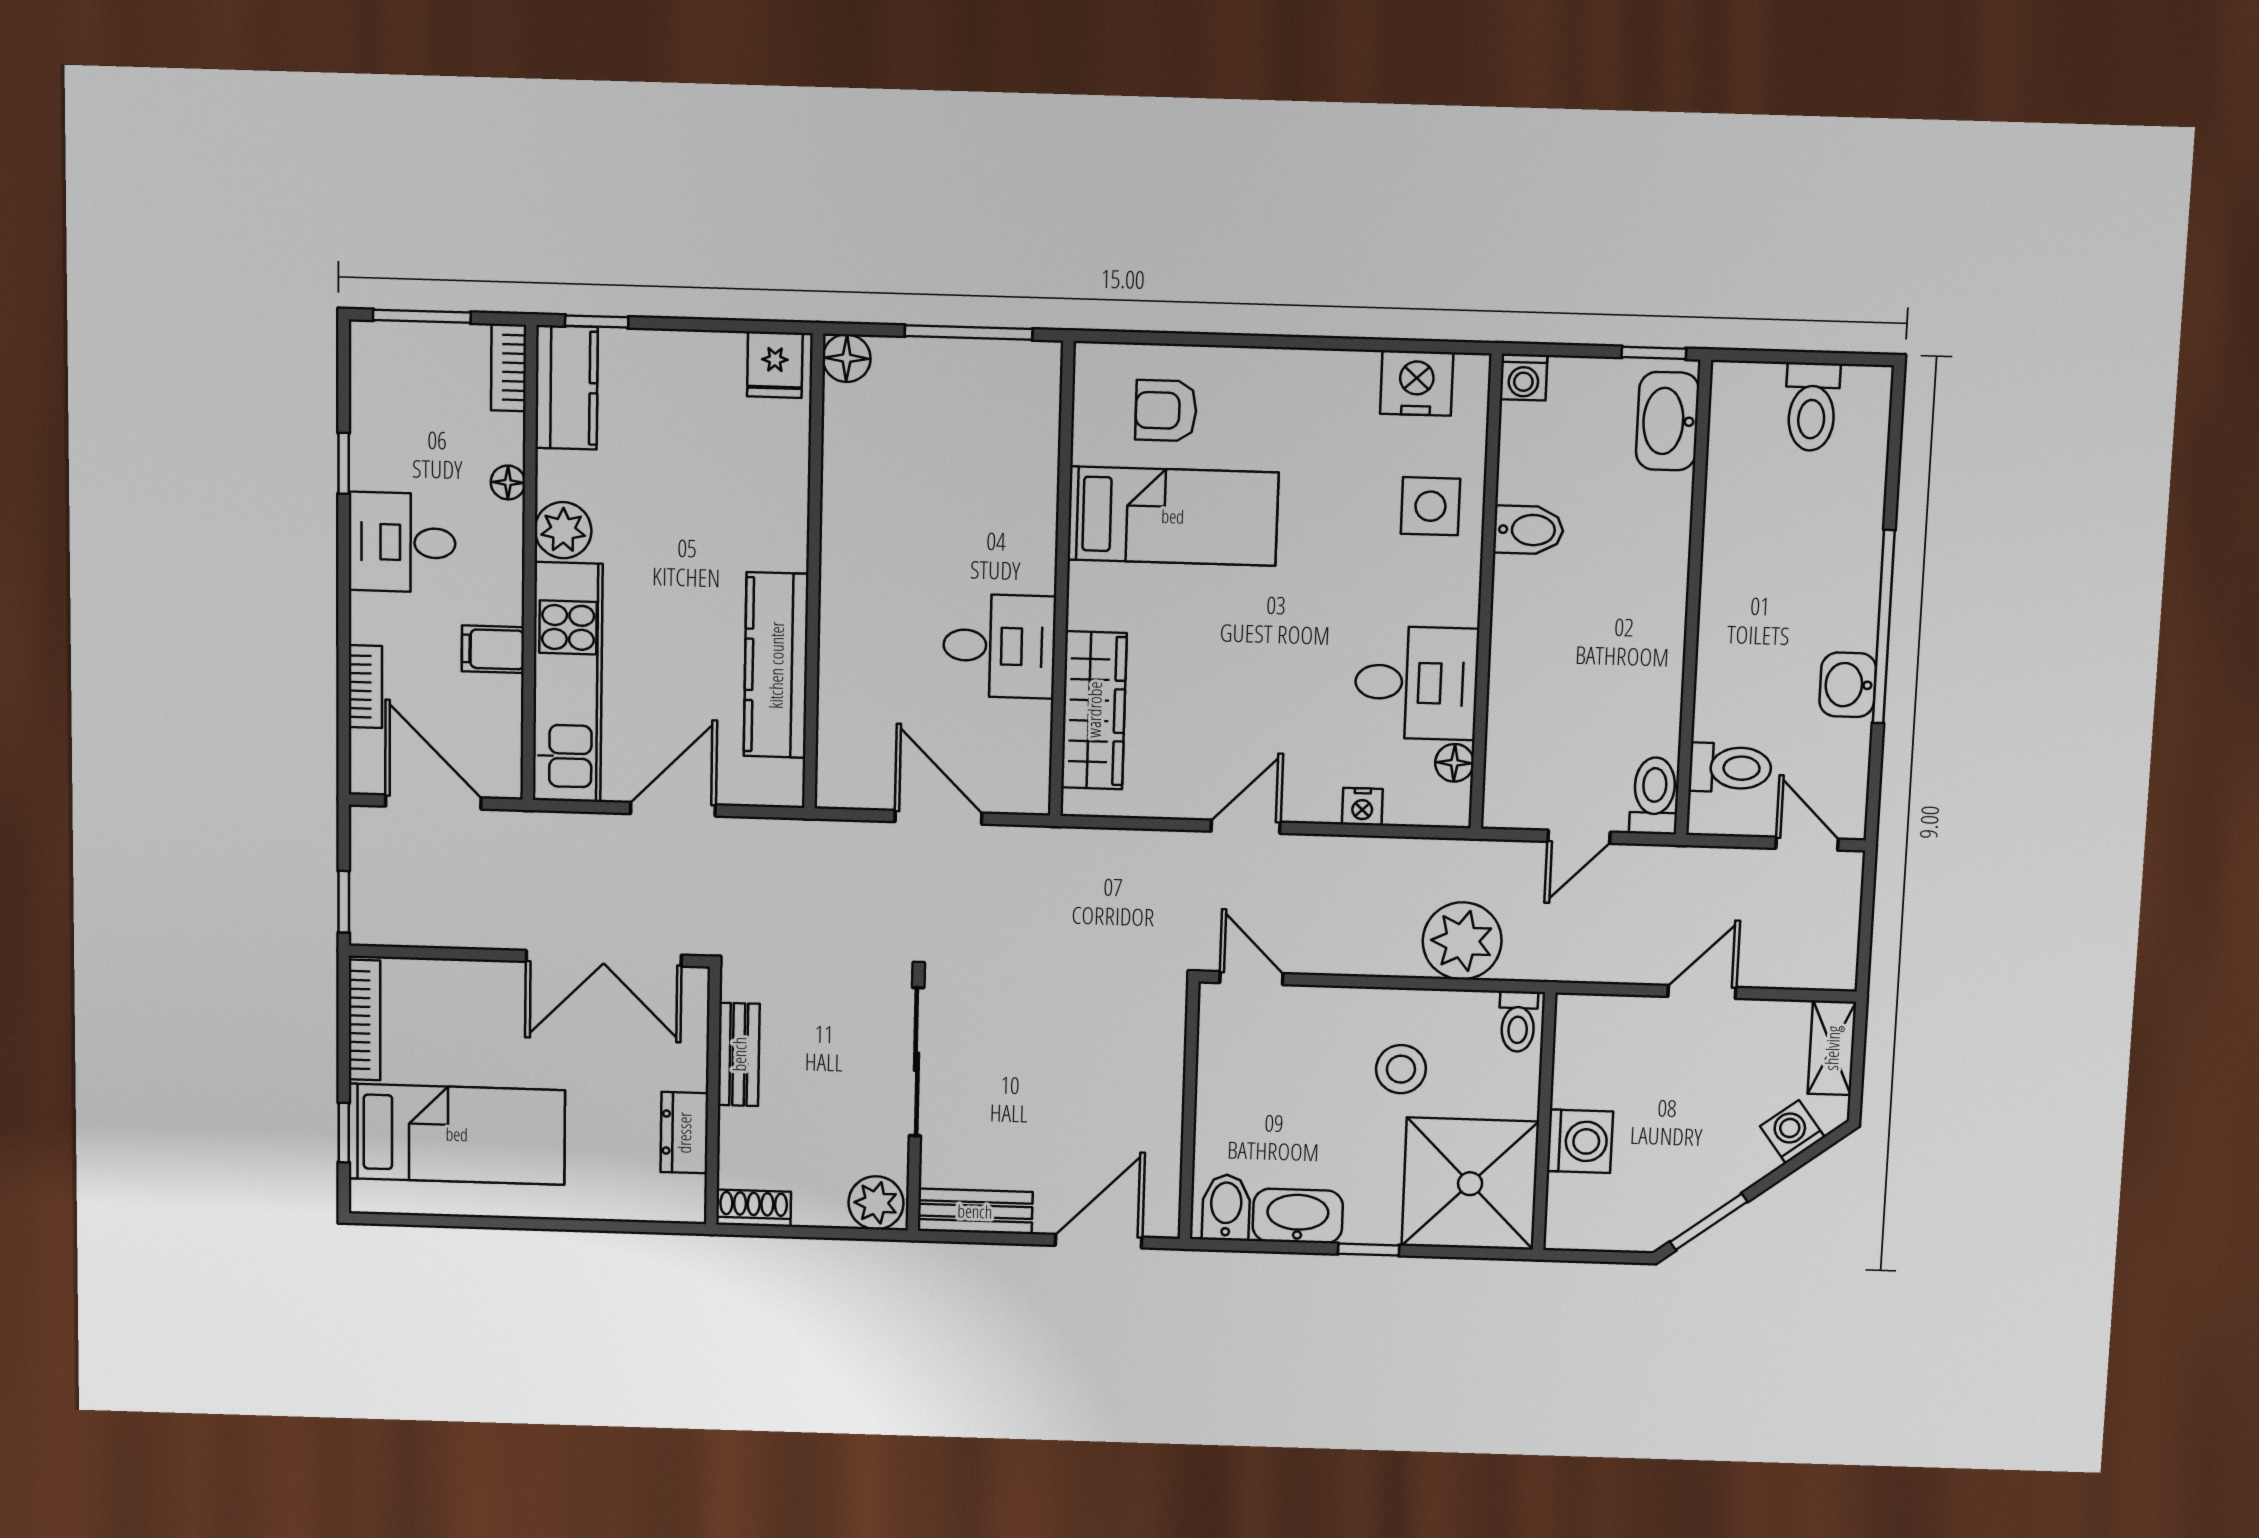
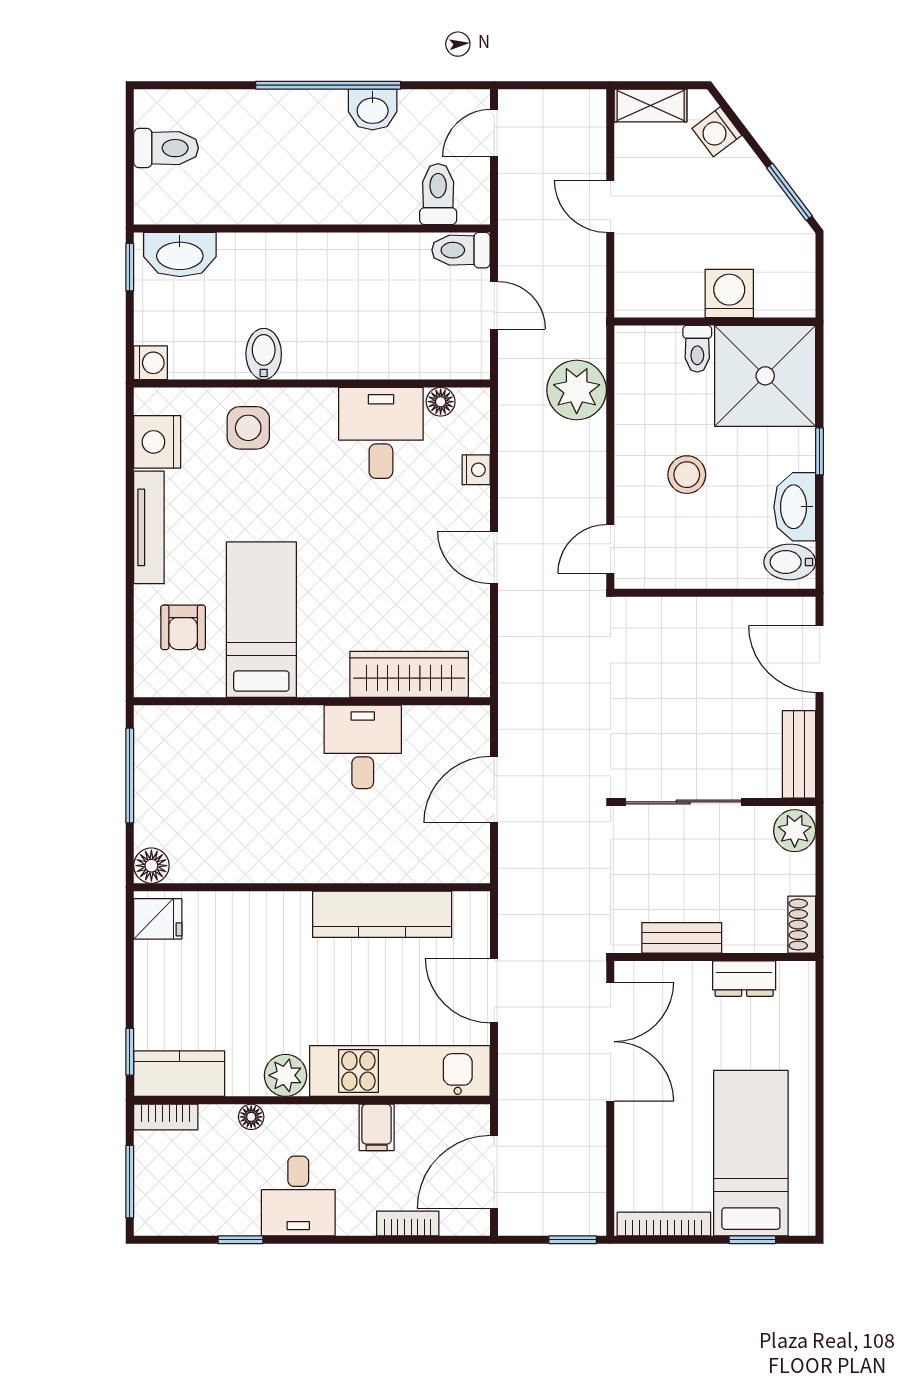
tv unit: (1302, 368) -> (149, 527), added
toilet: (1518, 1021) -> (697, 349), moved, turned 90
stool: (1401, 1069) -> (687, 475), moved

